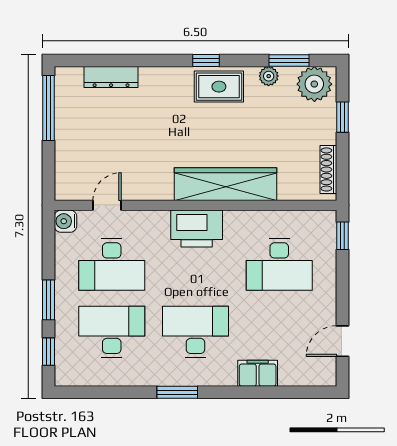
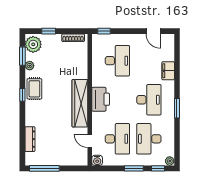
wardrobe: (226, 184) -> (80, 103), moved
desk: (195, 332) -> (149, 100), turned 180
plant: (64, 377) -> (170, 161), added

